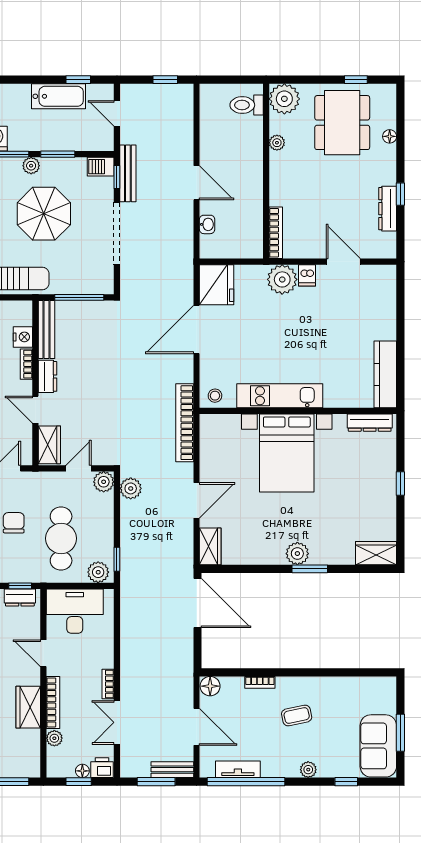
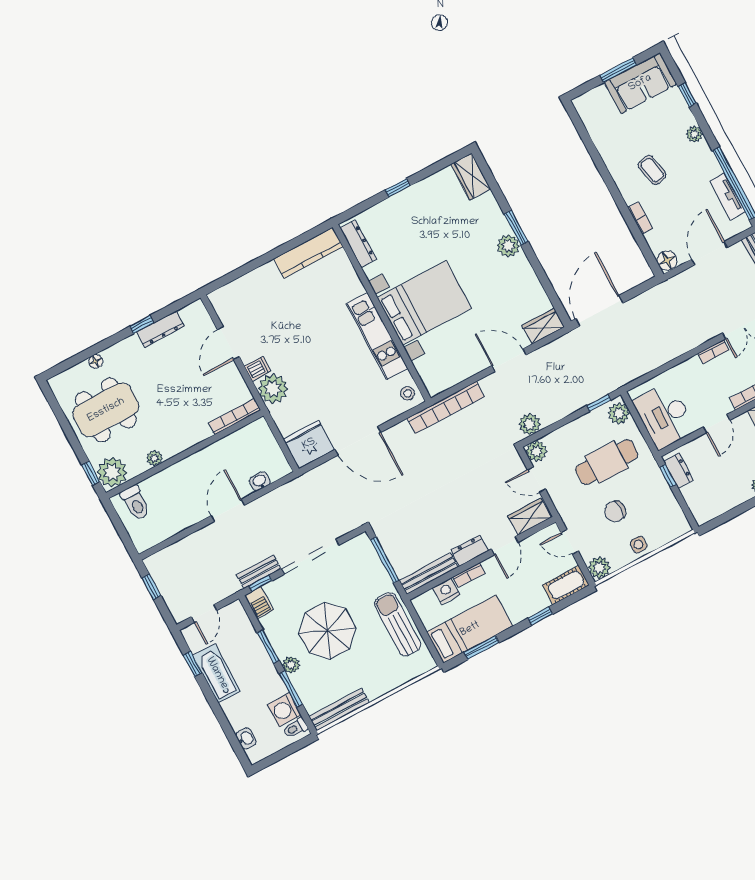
window: (356, 80) -> (91, 473), moved
bench: (128, 173) -> (259, 572), width x0.73

